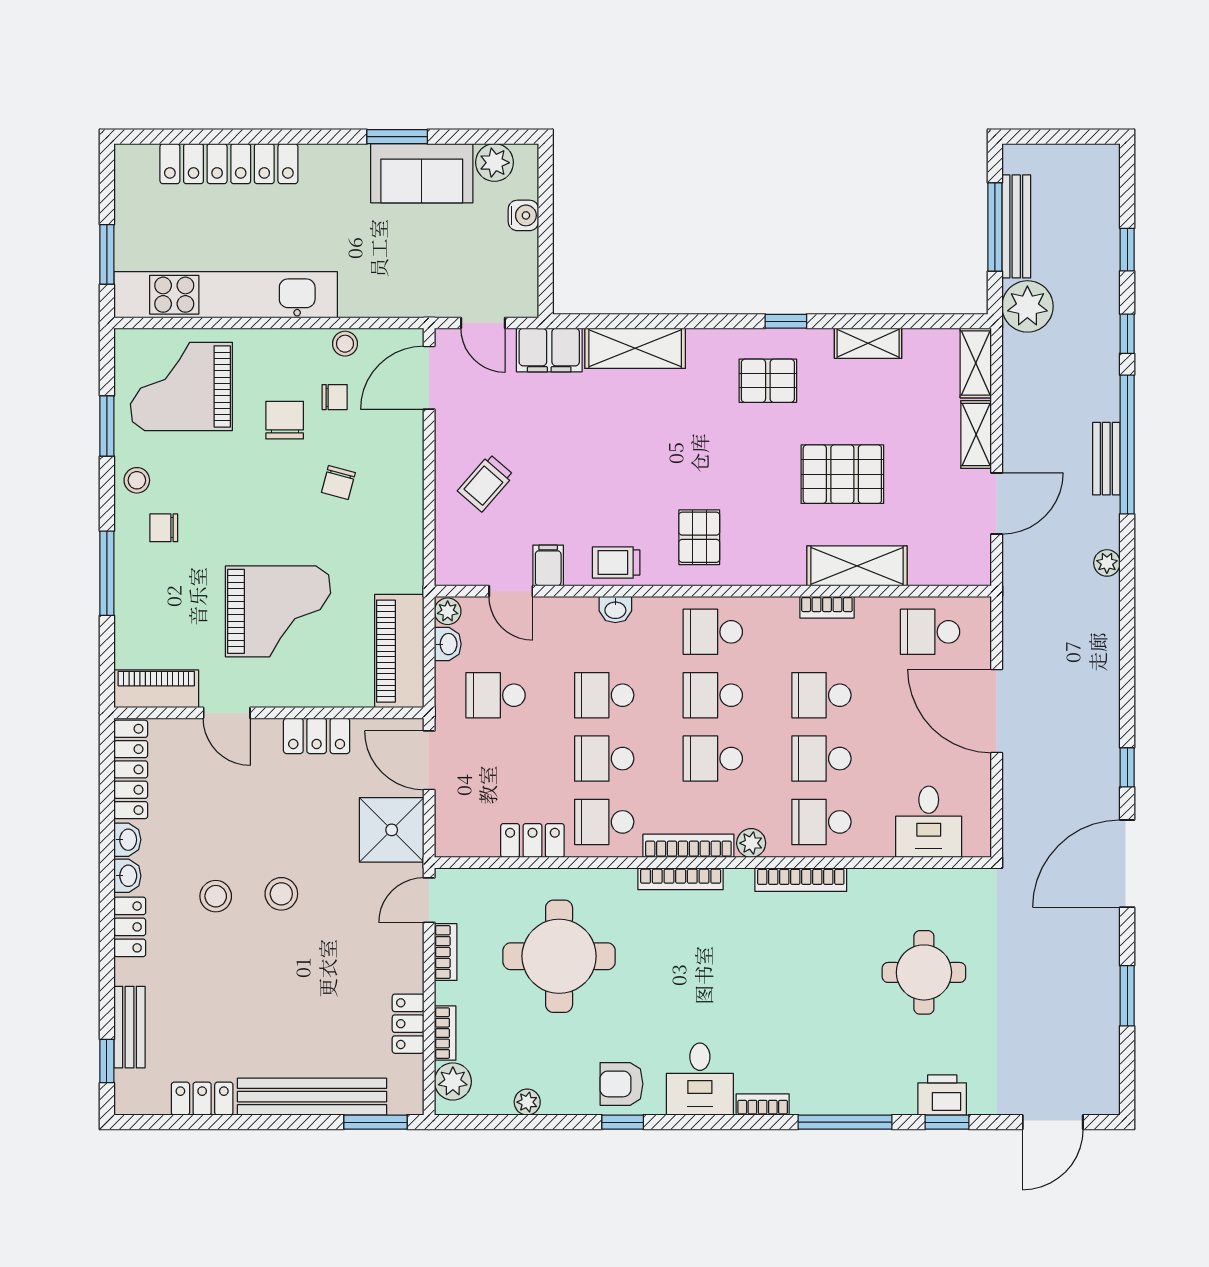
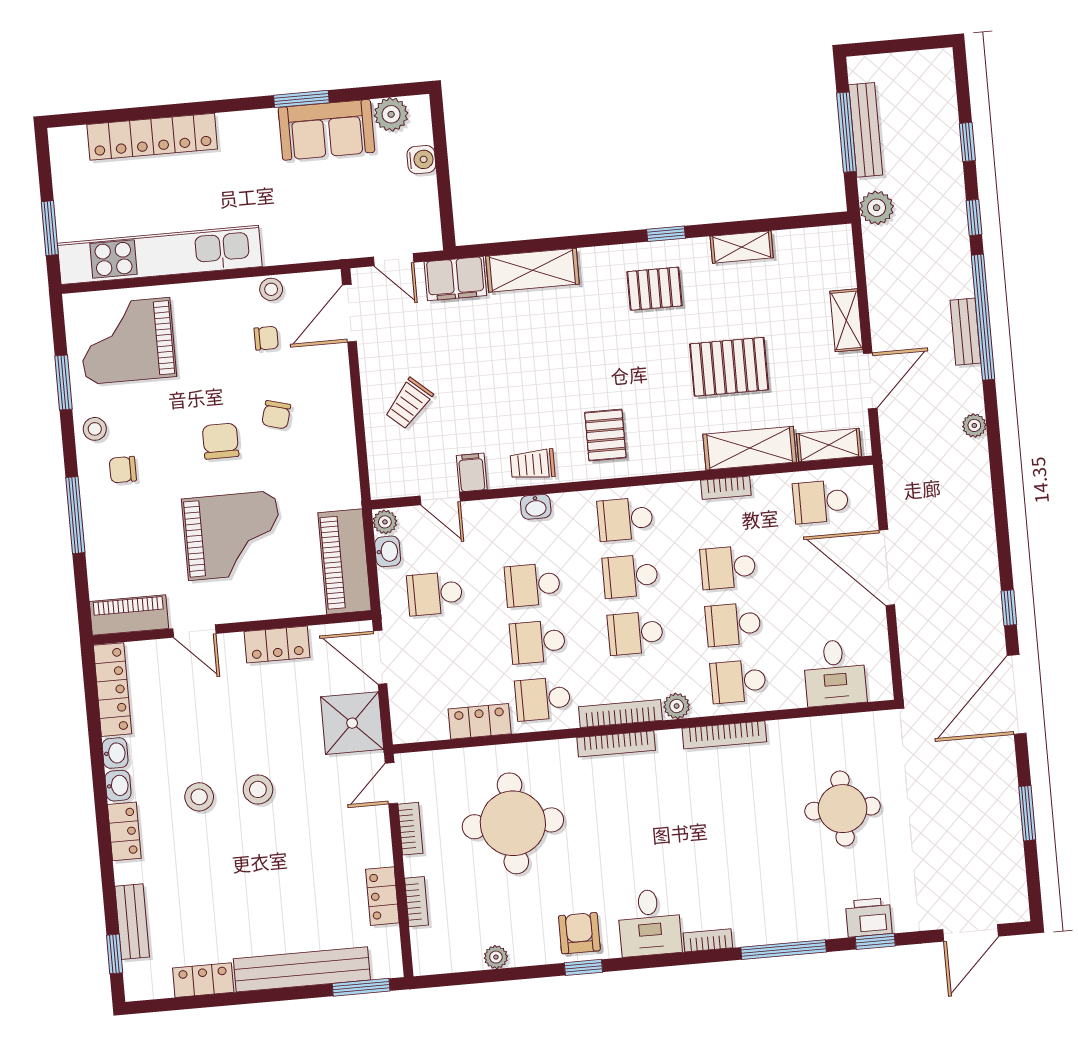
plant: (1027, 306) -> (877, 208), width x0.73, depth x0.73
shelving: (976, 363) -> (829, 445), moved, turned 90
chair: (285, 420) -> (221, 441), moved
plant: (453, 1081) -> (427, 945), removed
armchair: (622, 1084) -> (579, 933), turned 90

